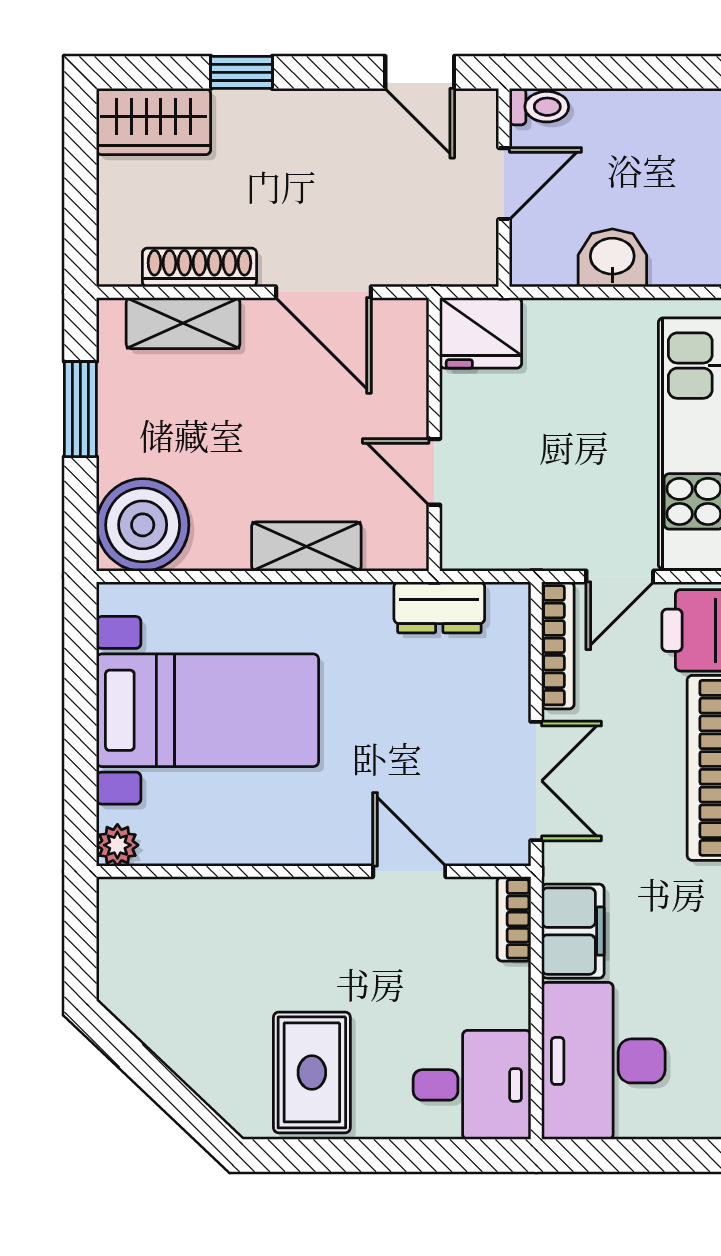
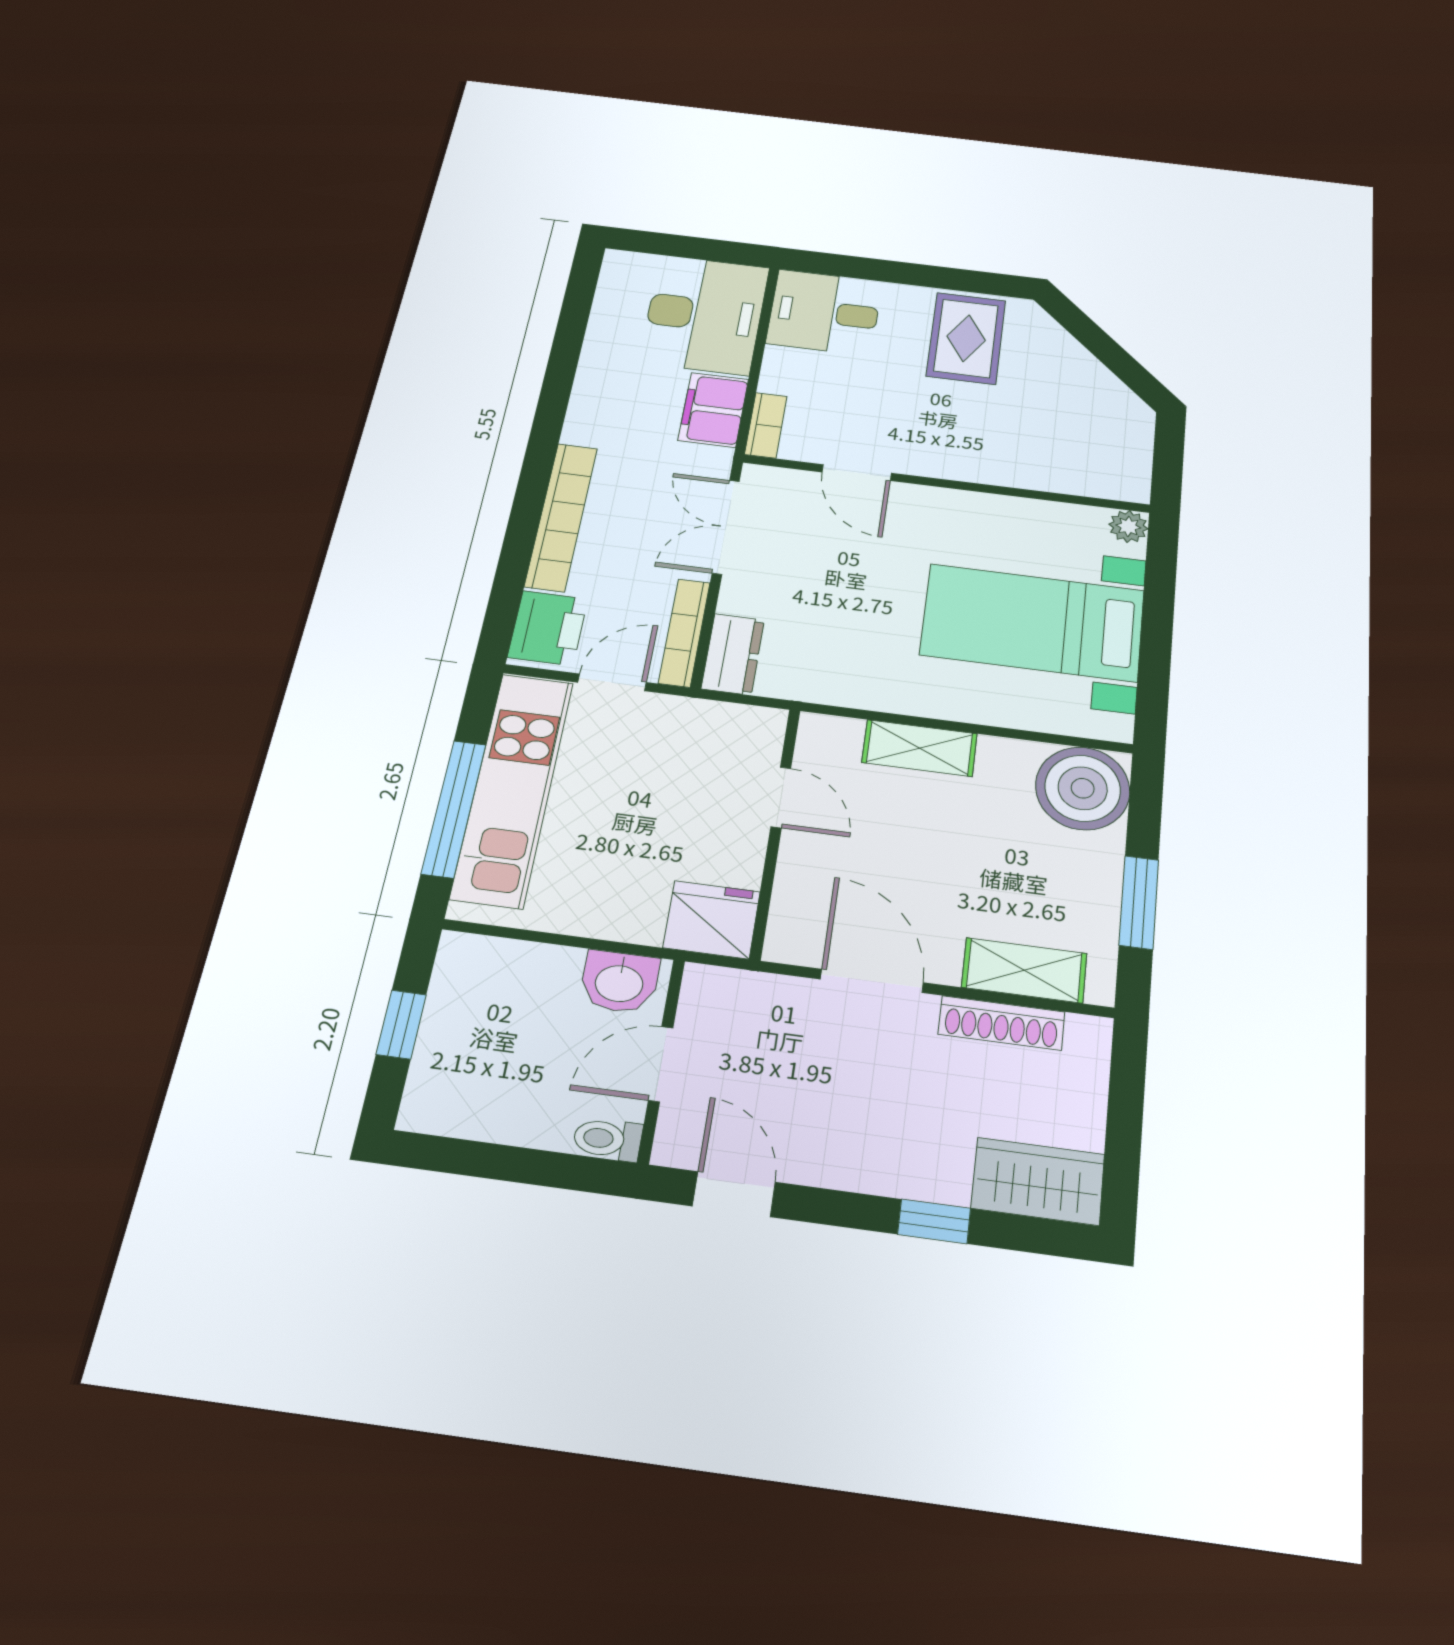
washbasin: (612, 258) -> (619, 982), moved
dresser: (439, 607) -> (733, 654), moved, turned 90

